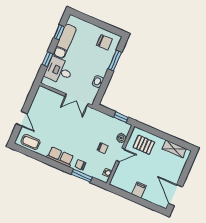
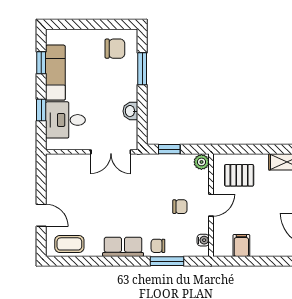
window: (121, 117) -> (169, 149), moved
plant: (121, 138) -> (201, 162), moved
filing cabinet: (139, 190) -> (241, 245), moved

